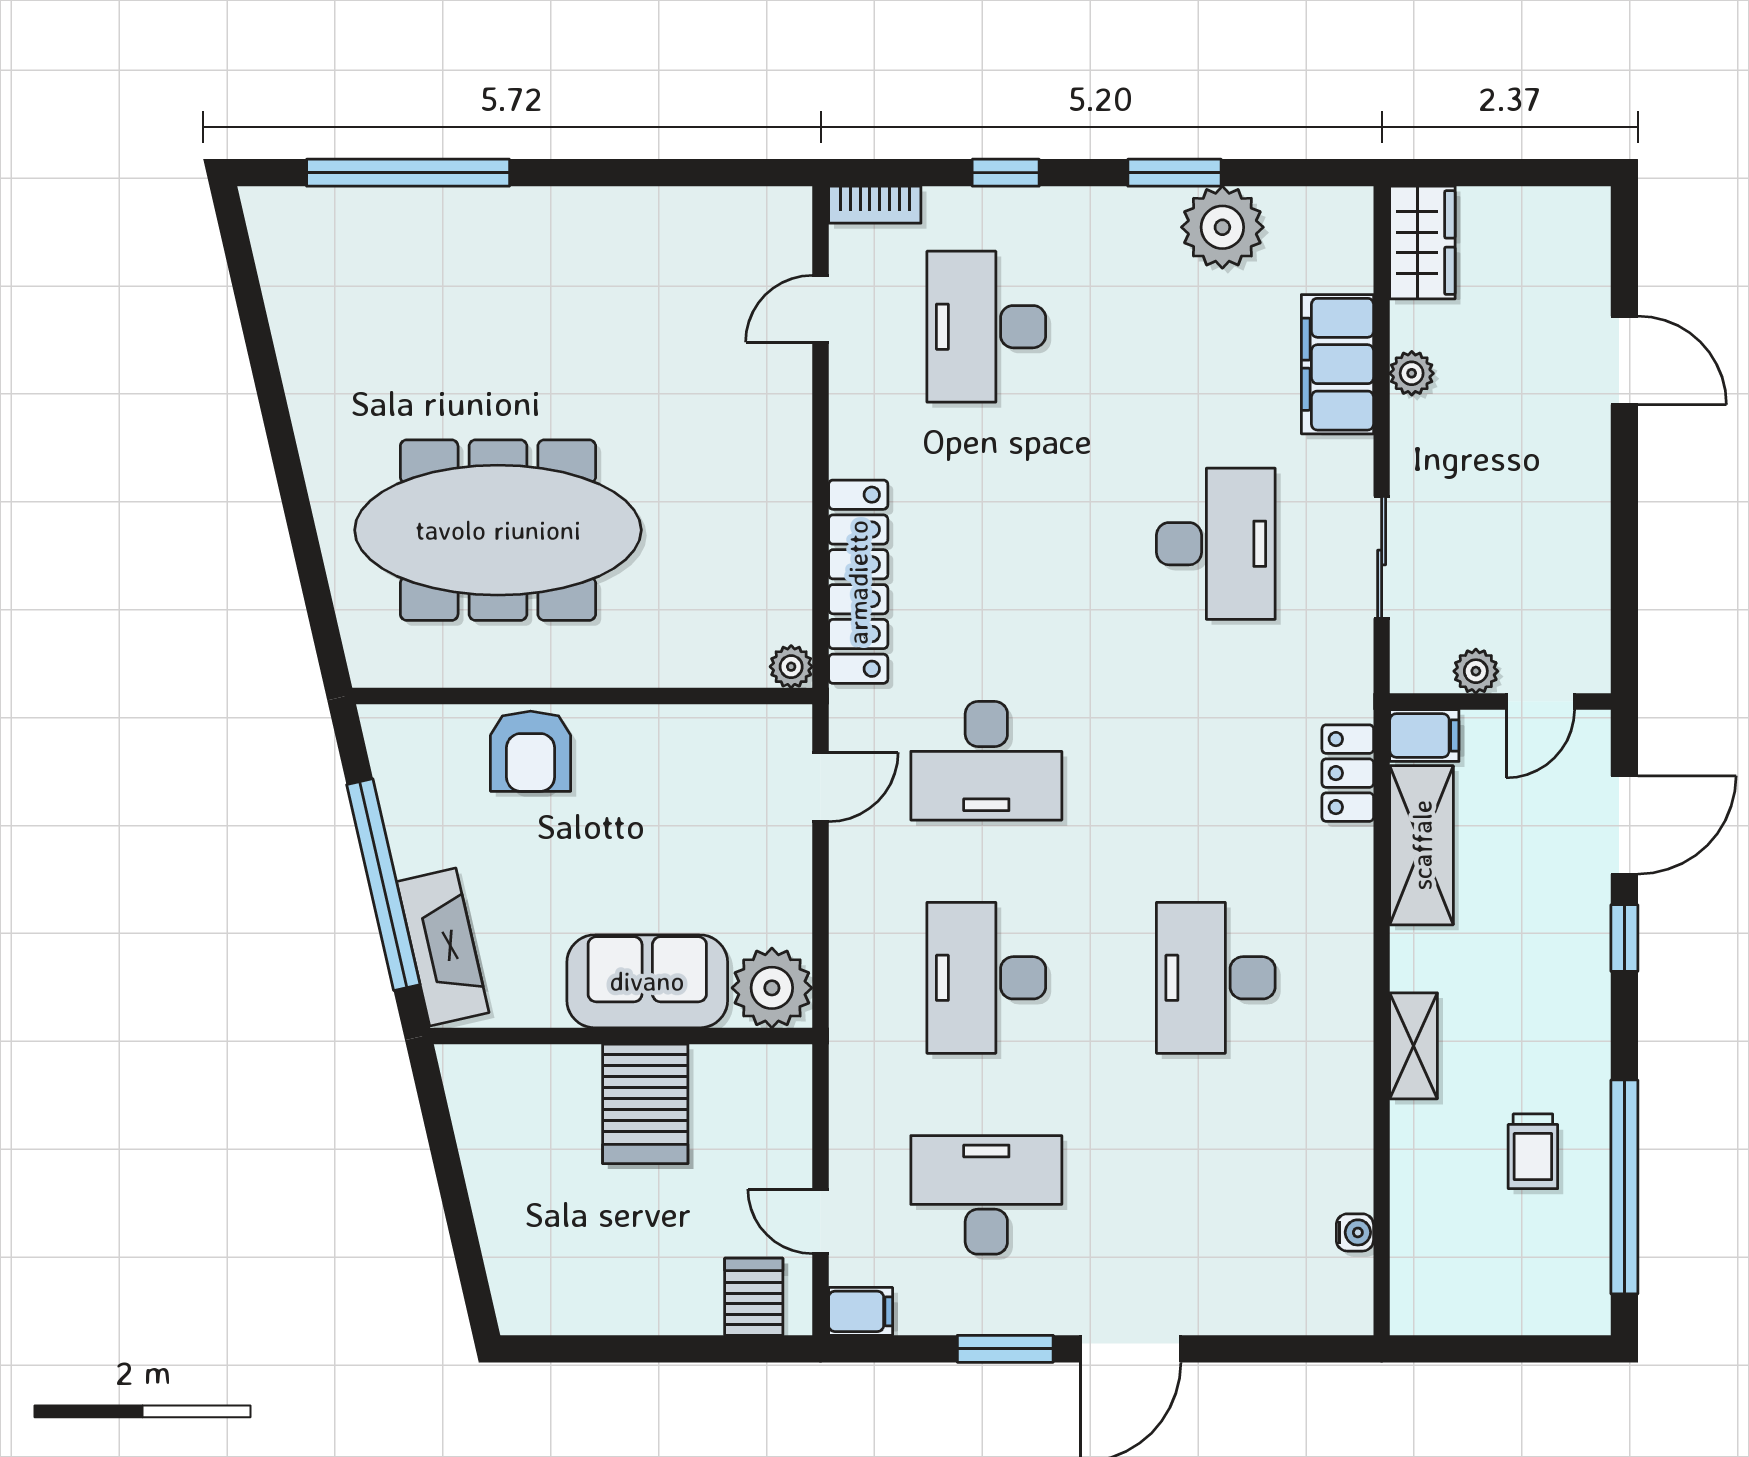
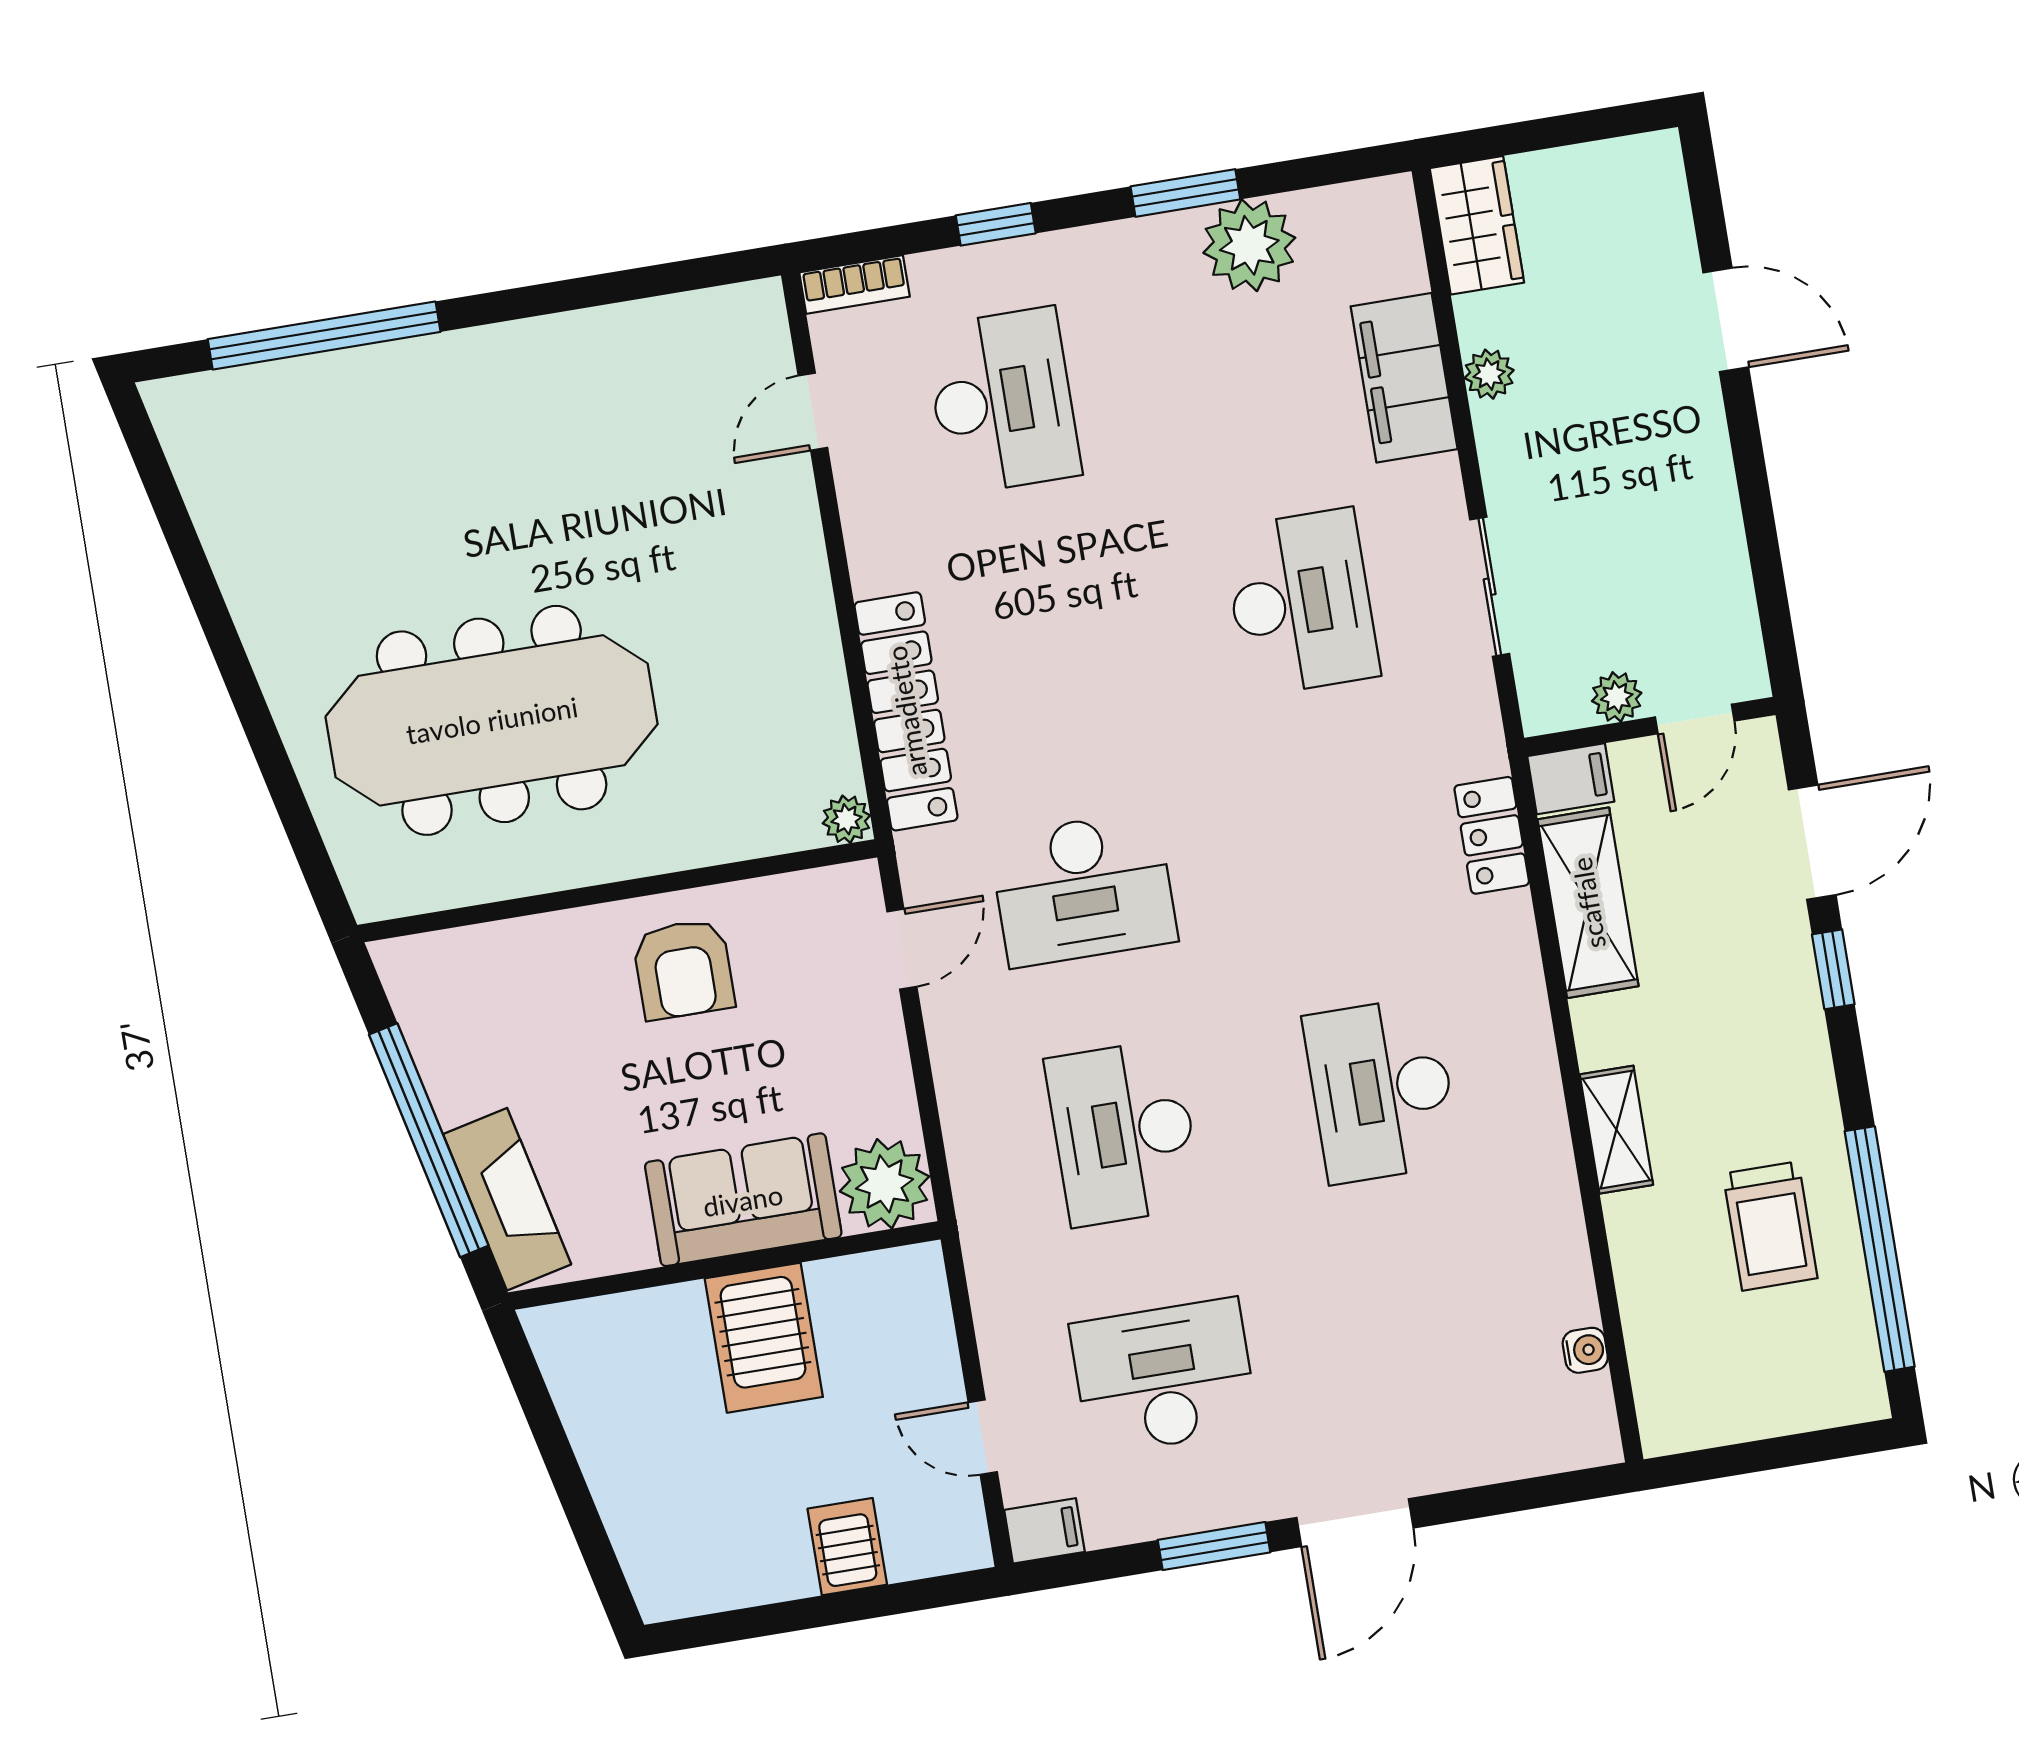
desk: (986, 327) -> (1003, 401), turned 180
armchair: (531, 751) -> (684, 969), moved
trolley: (1533, 1151) -> (1770, 1226), width x1.36, depth x1.39
server rack: (754, 1297) -> (847, 1547), moved

